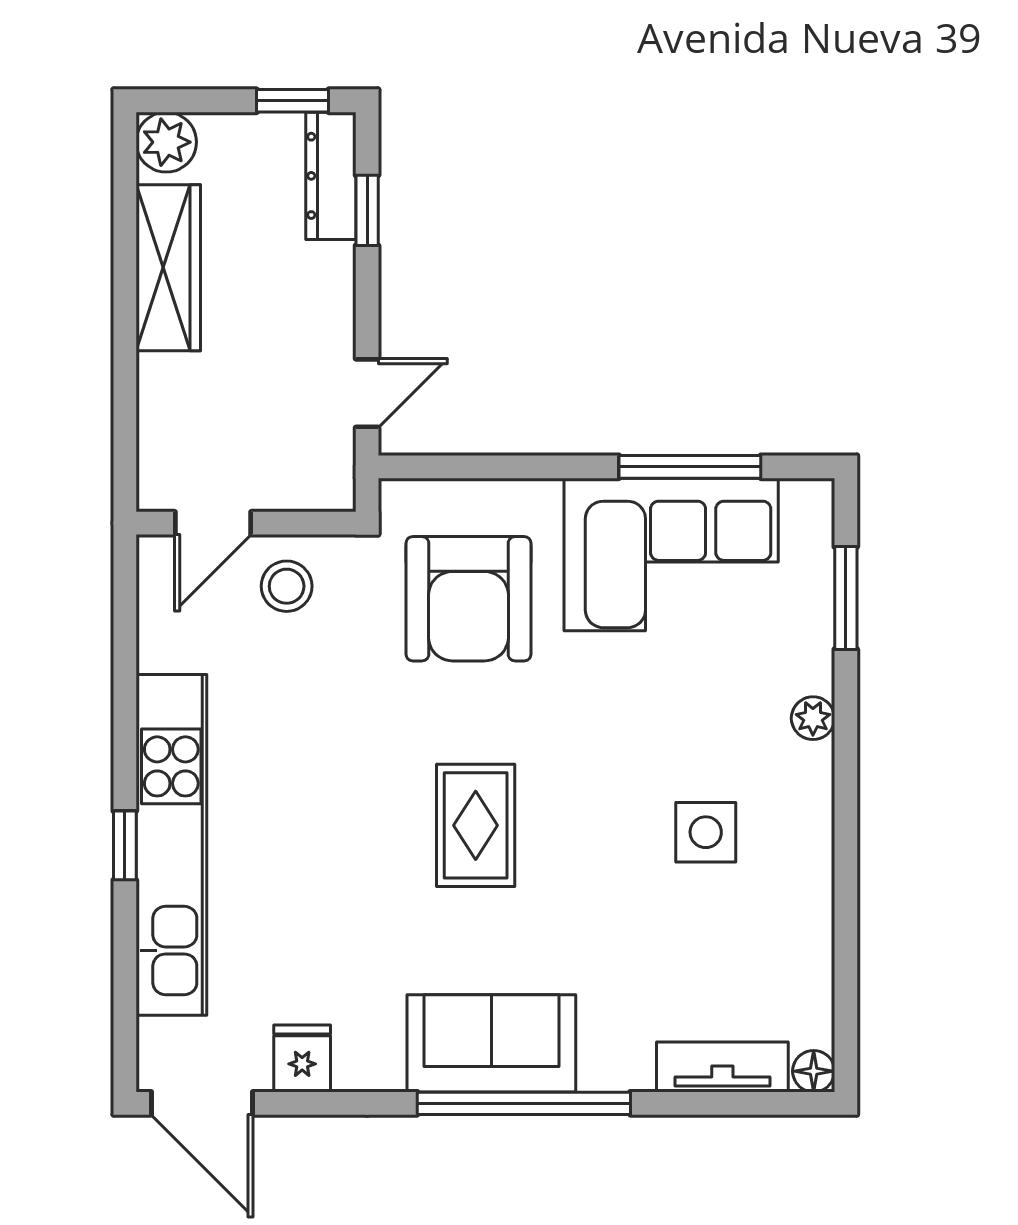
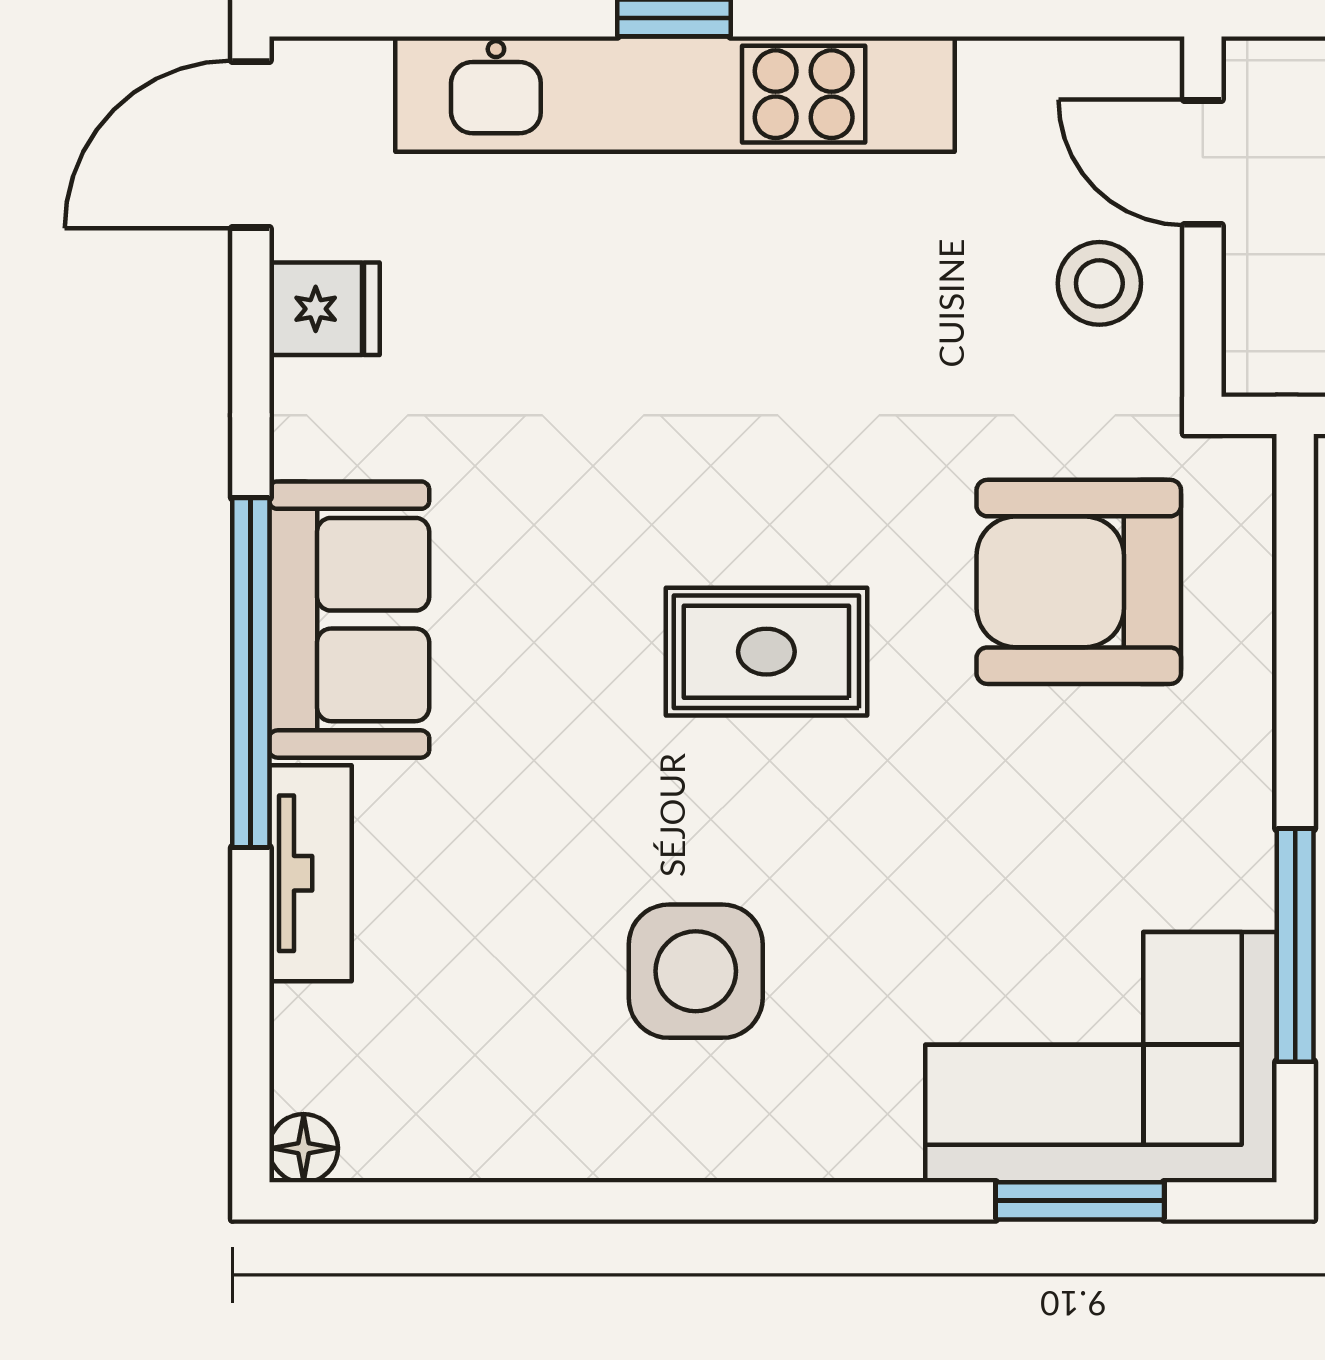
corner sofa: (671, 554) -> (1101, 1057), moved, turned 90
plant: (813, 718) -> (883, 1147), removed
rug: (476, 825) -> (766, 652), moved
side table: (706, 832) -> (696, 971), width x1.37, depth x1.37
tv unit: (722, 1067) -> (310, 873), moved

